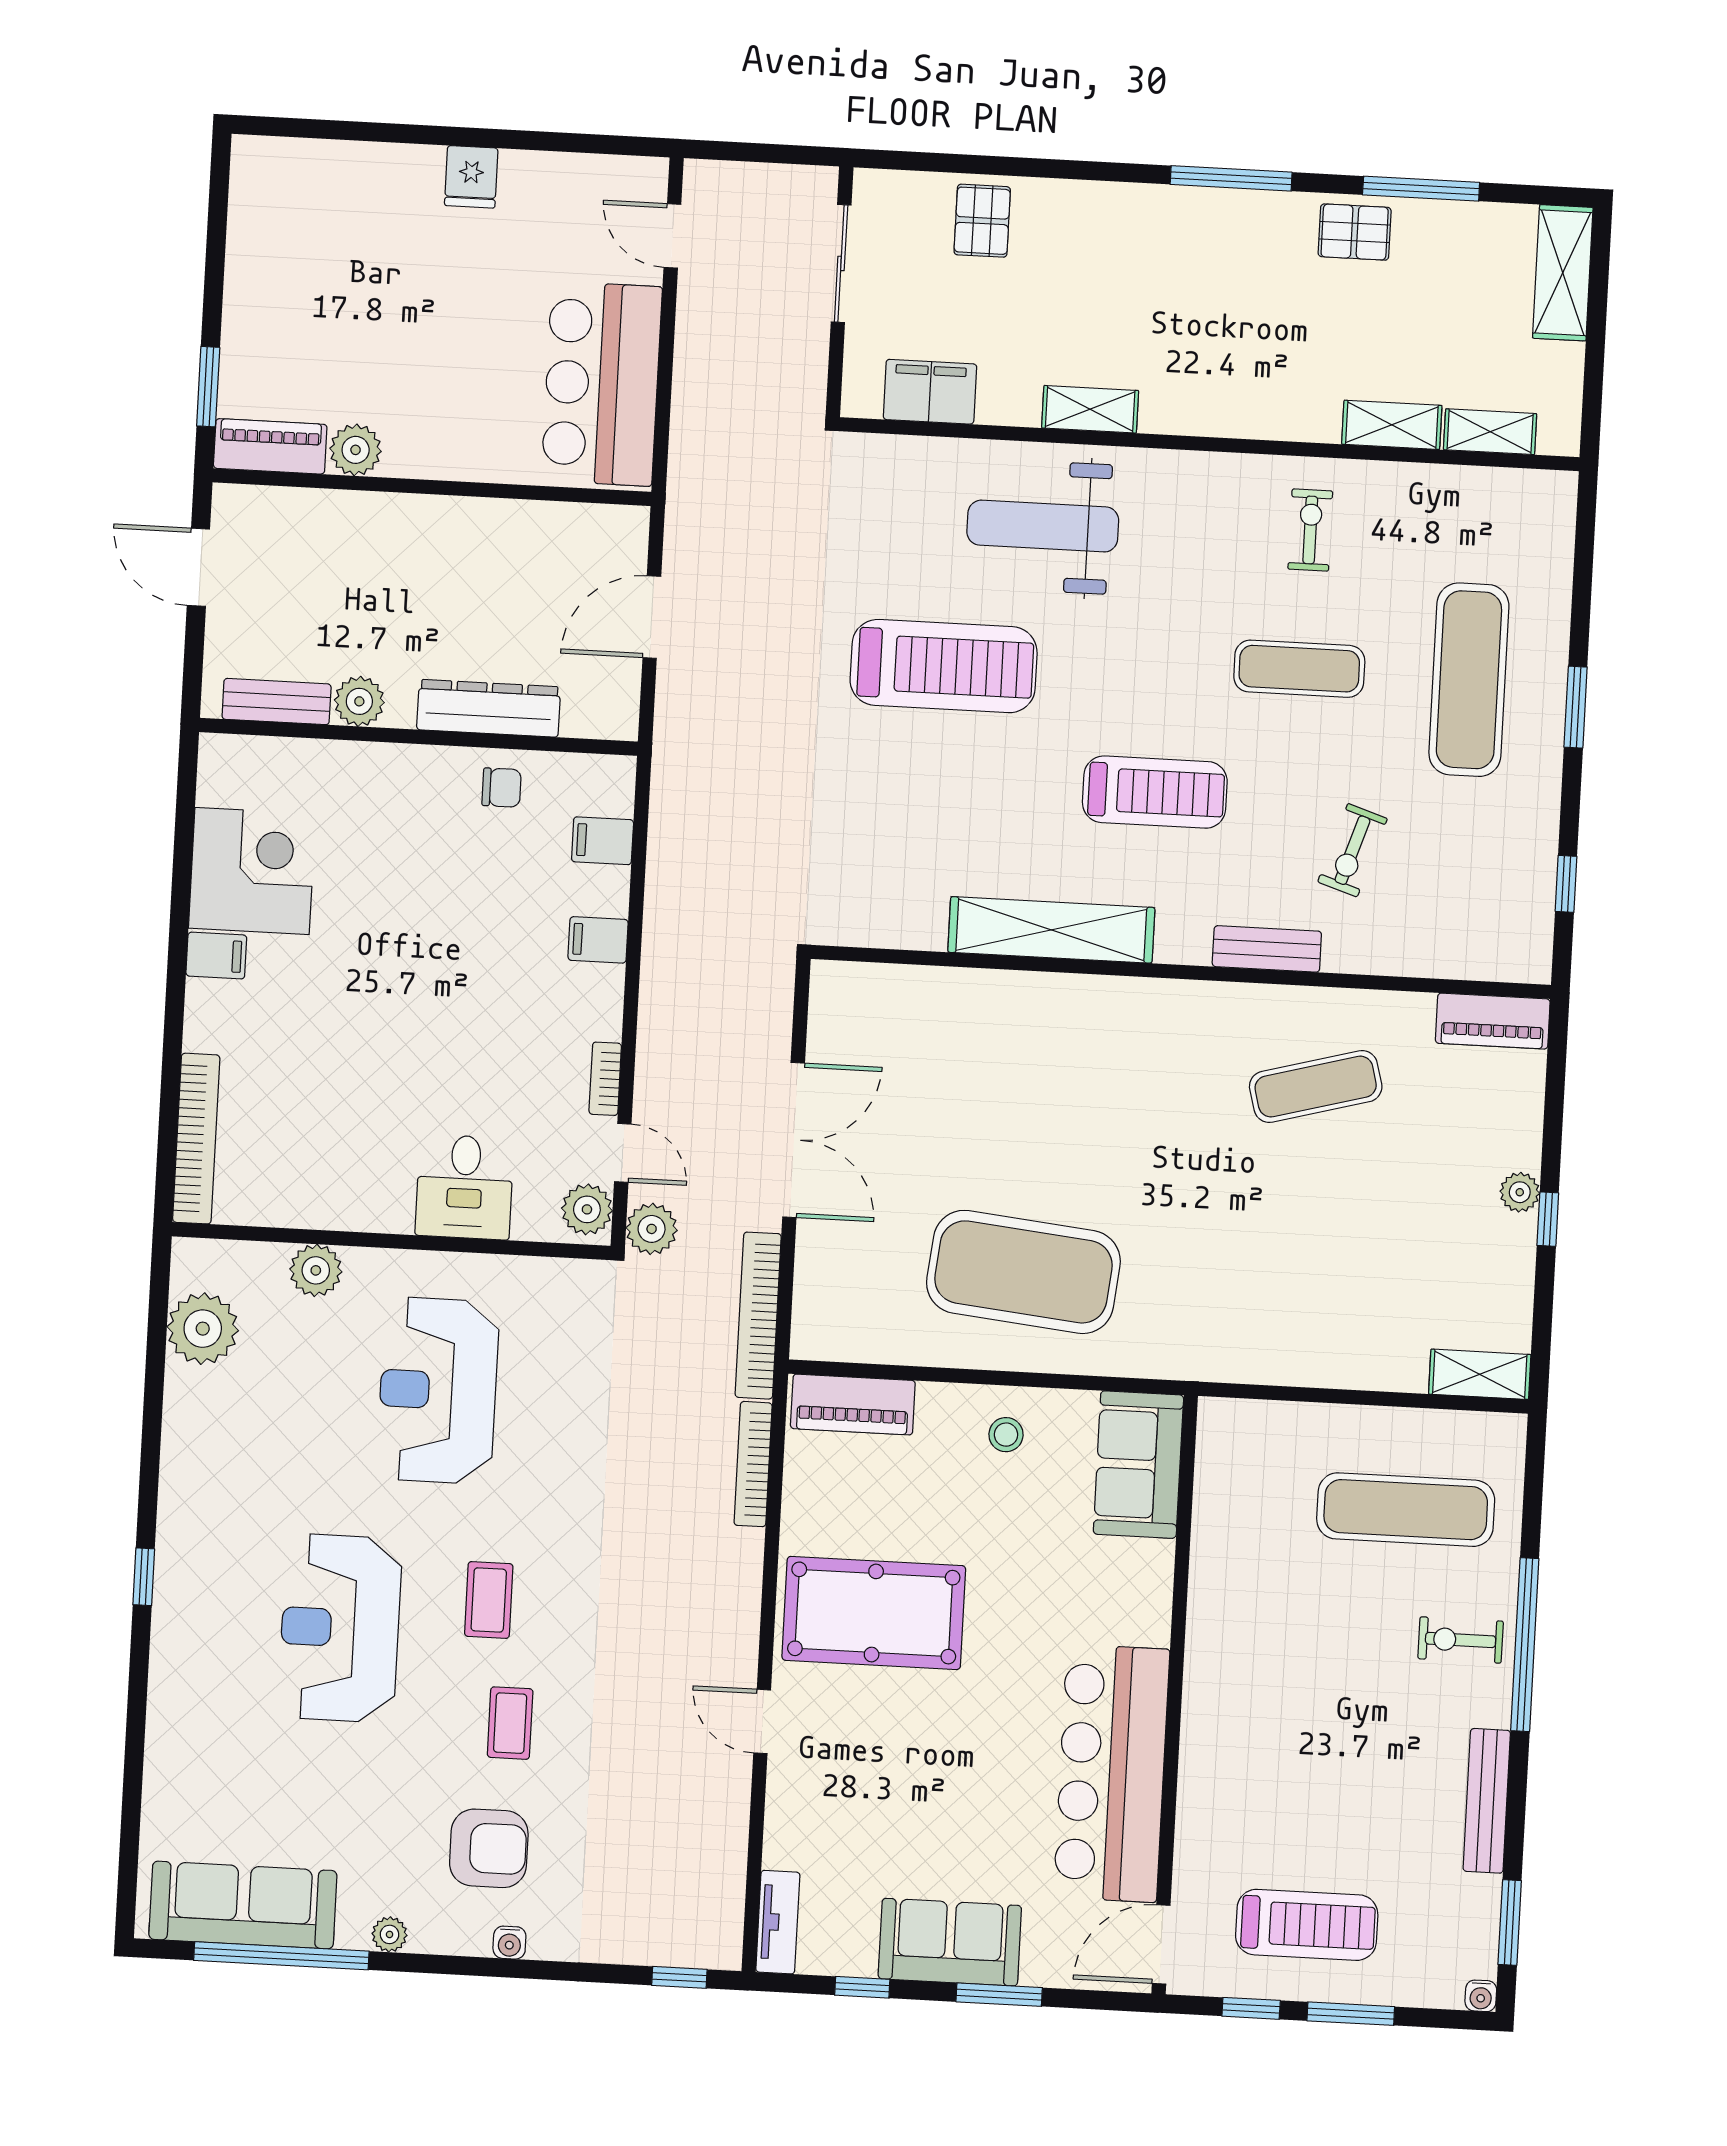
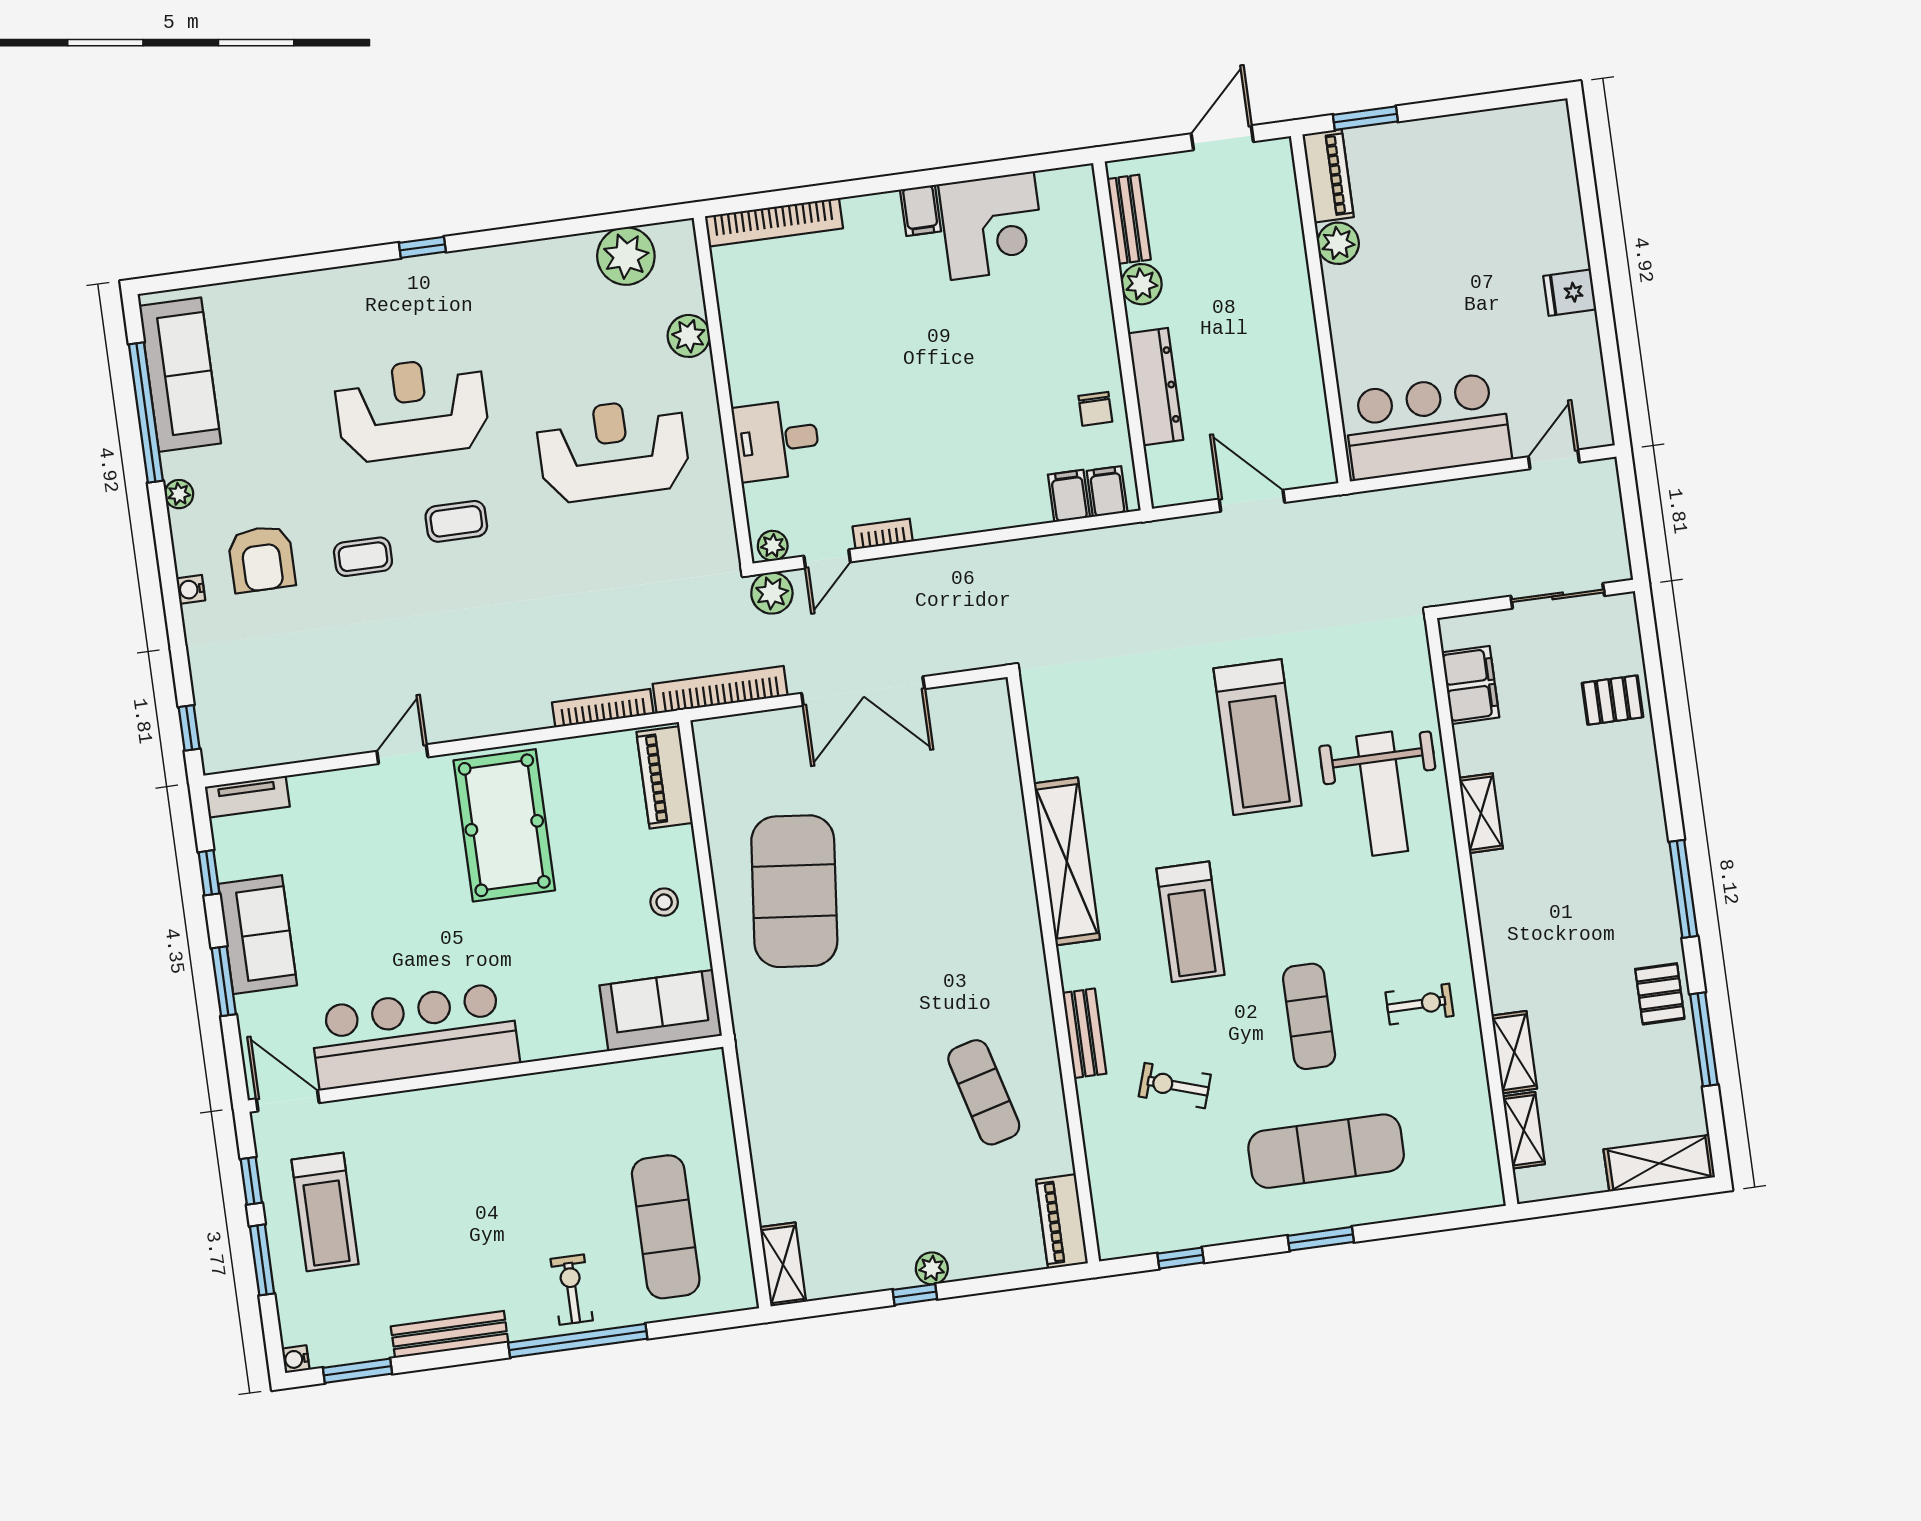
weight bench: (1043, 526) -> (1382, 794), turned 180
filing cabinet: (598, 940) -> (1107, 491), moved
plant: (587, 1209) -> (773, 546), width x0.73, depth x0.73

